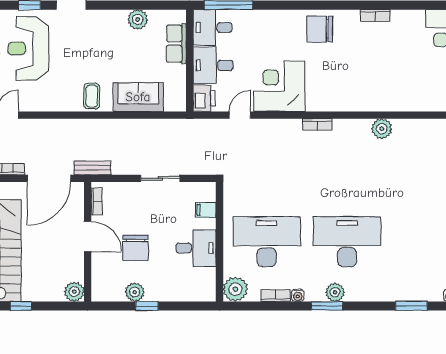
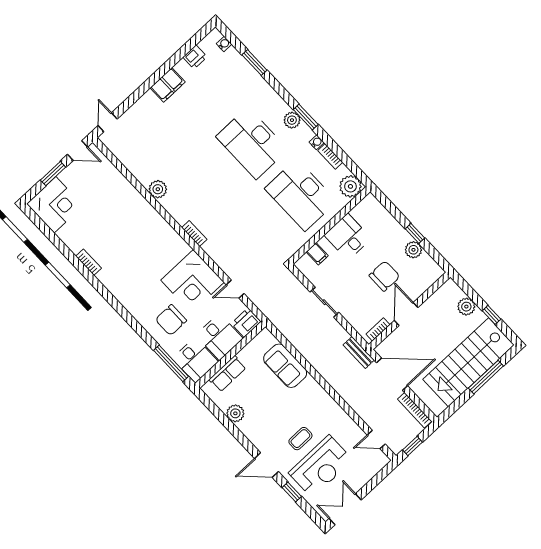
chair: (320, 29) -> (171, 320), moved, turned 90
coffee table: (92, 96) -> (300, 439), moved
plant: (74, 292) -> (466, 307), moved

